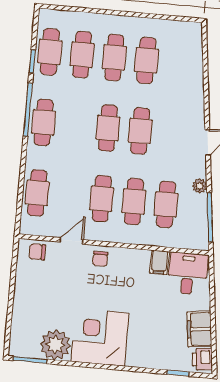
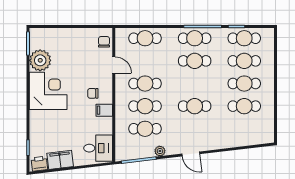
cafe table: (108, 128) -> (195, 61), moved
chair: (100, 259) -> (93, 93), moved
filing cabinet: (159, 262) -> (104, 110), moved

